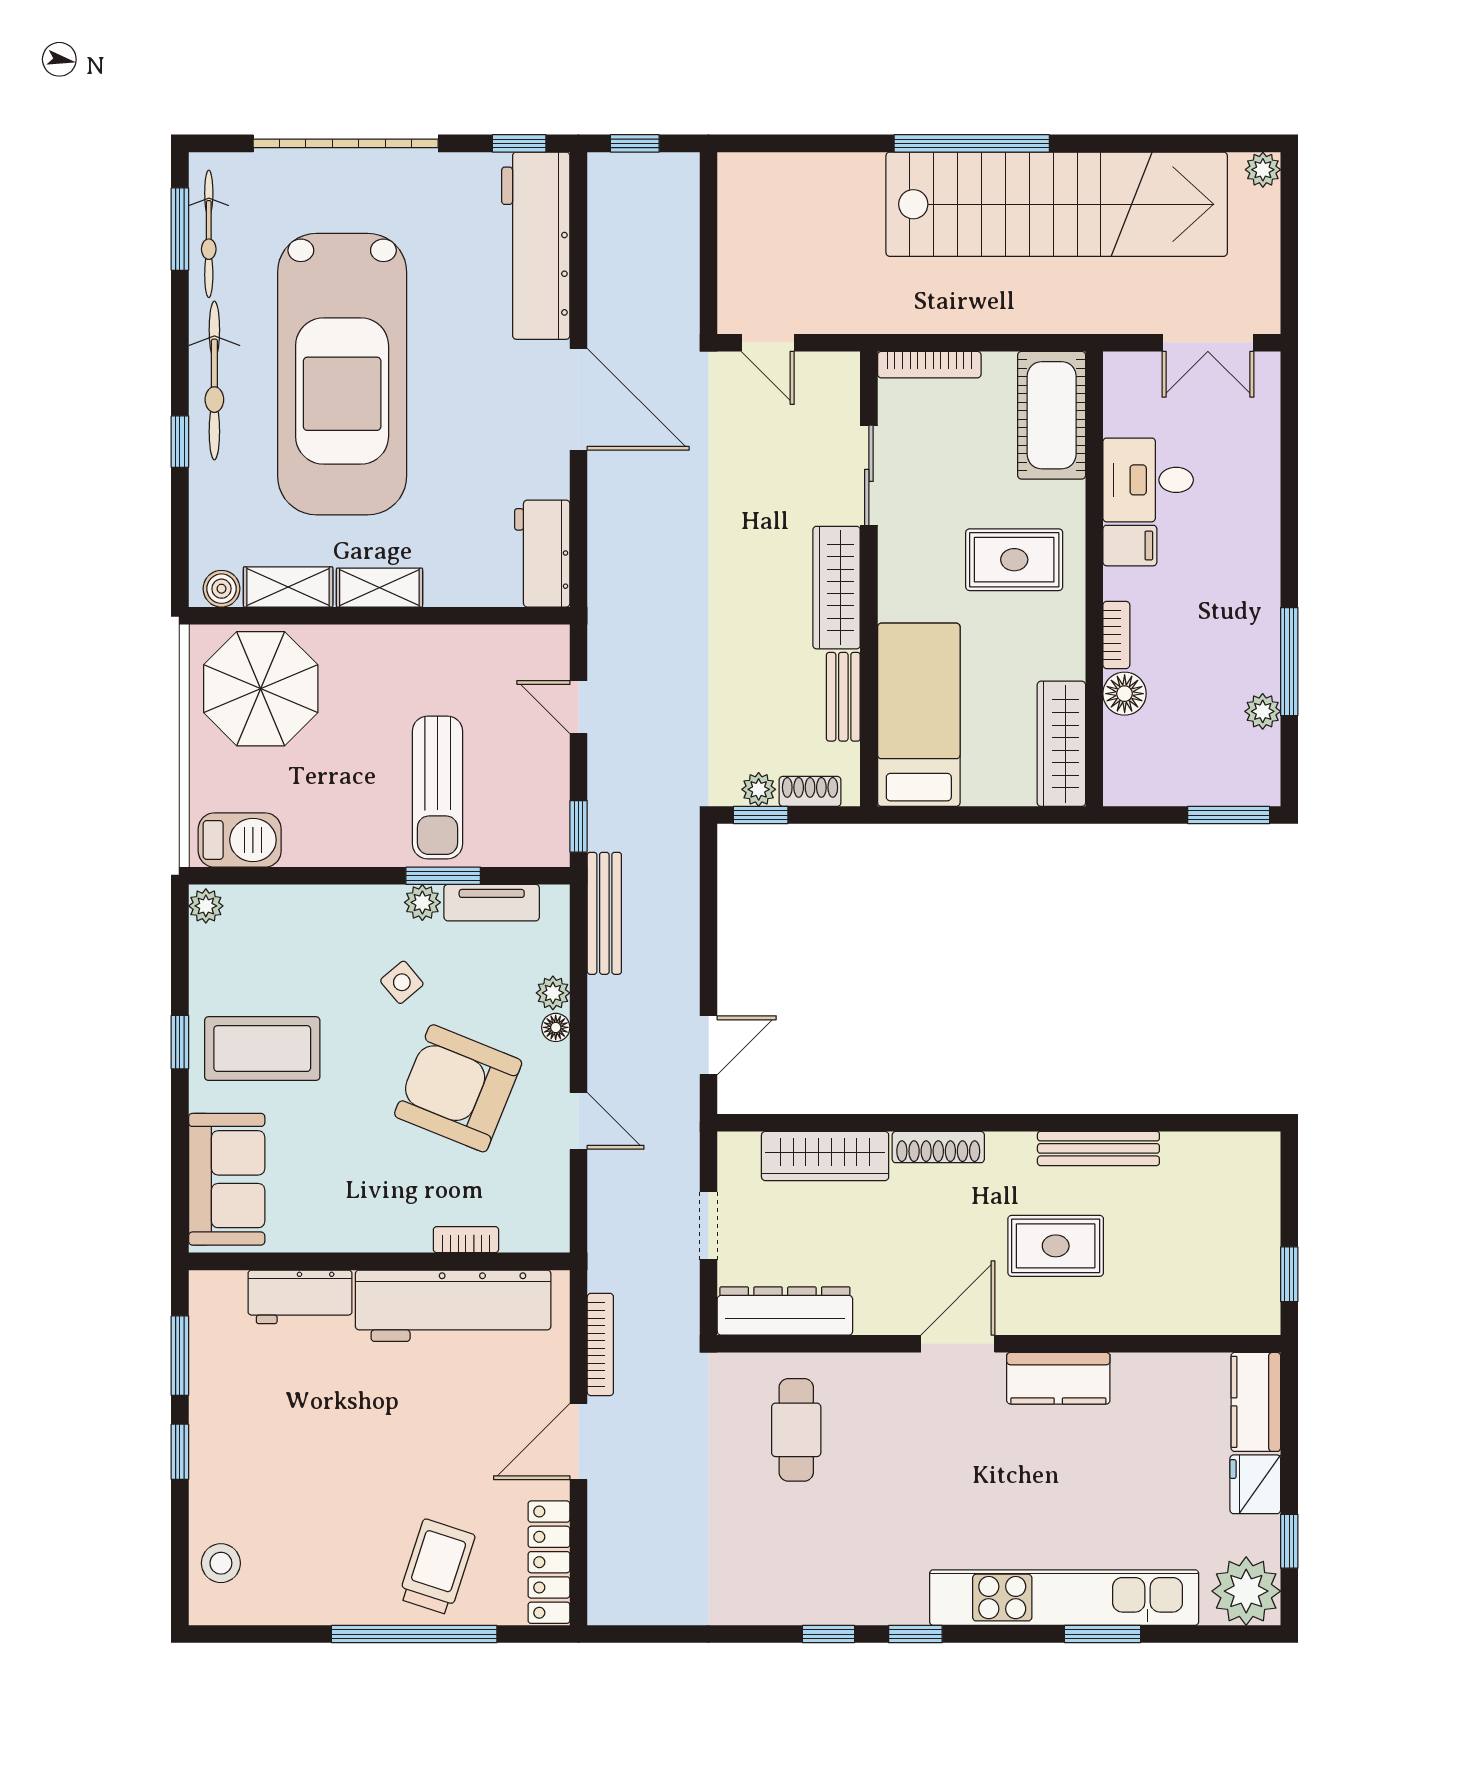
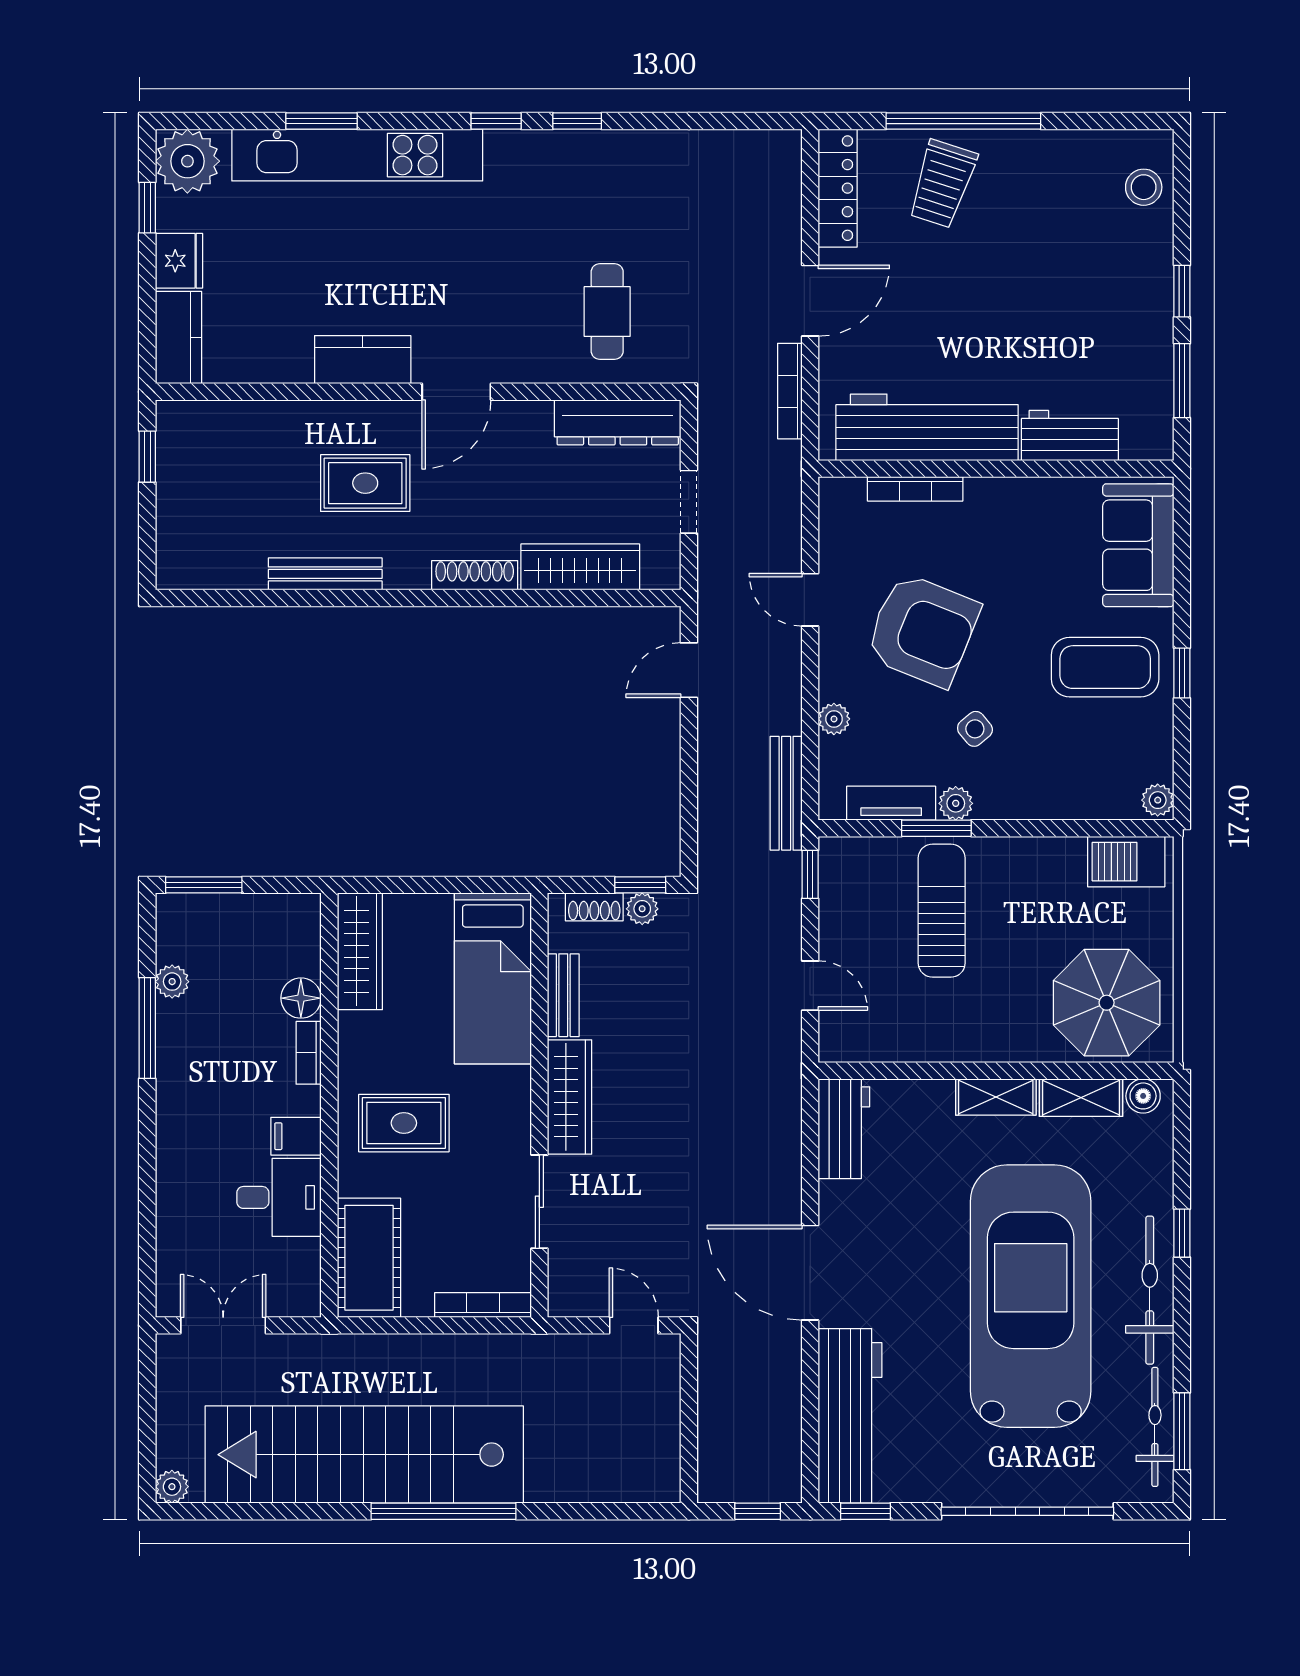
floor lamp: (556, 1027) -> (831, 687), removed
bookcase: (466, 1240) -> (915, 489), width x1.56

